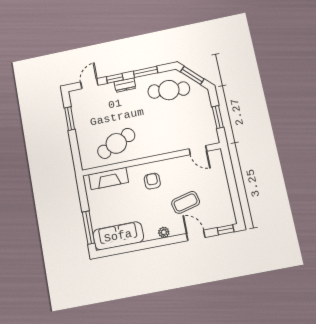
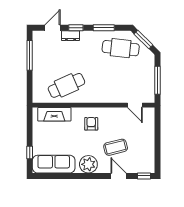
dresser: (125, 85) -> (71, 36), moved
window: (218, 117) -> (157, 80), width x1.44
window: (70, 119) -> (30, 55), width x1.44
window: (88, 228) -> (30, 152), width x0.46
plant: (164, 232) -> (88, 164), width x1.87, depth x1.87

